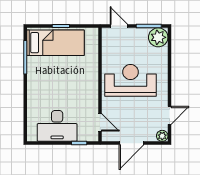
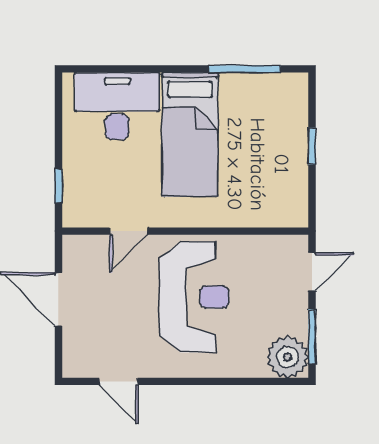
bed: (55, 43) -> (190, 134), moved
door: (100, 122) -> (128, 231), moved
desk: (57, 126) -> (117, 106), moved, turned 90
plant: (162, 136) -> (74, 366), removed

